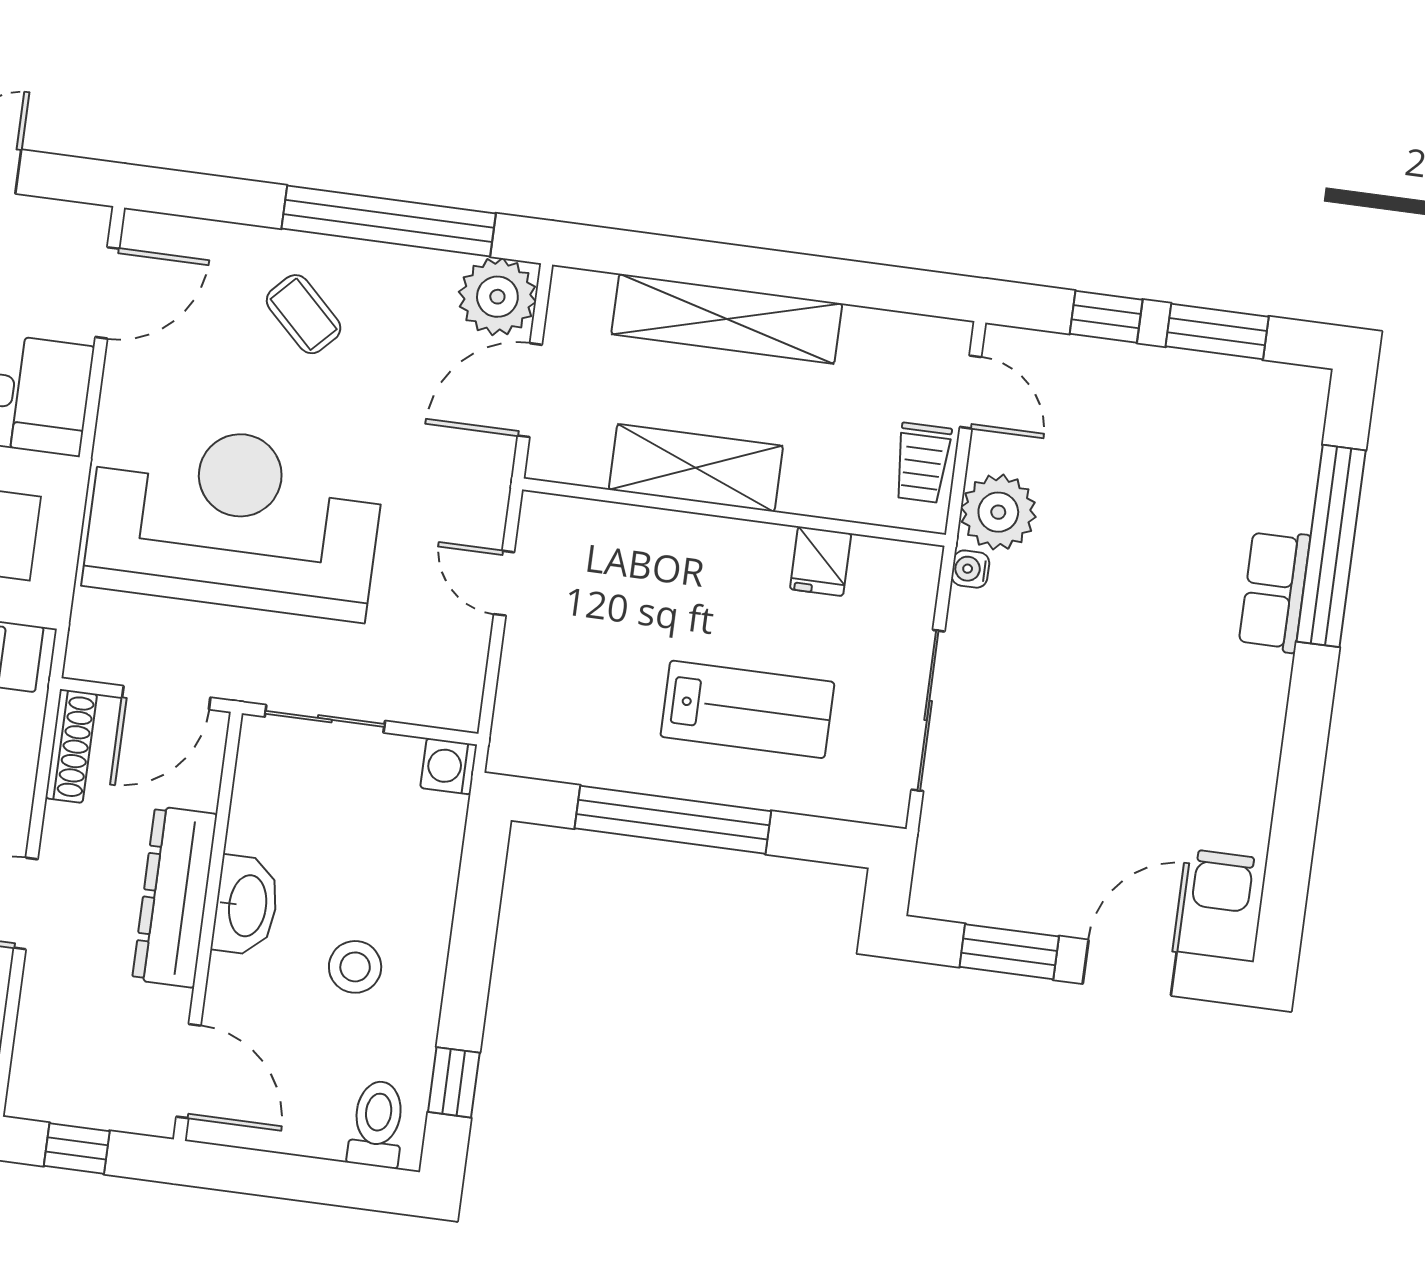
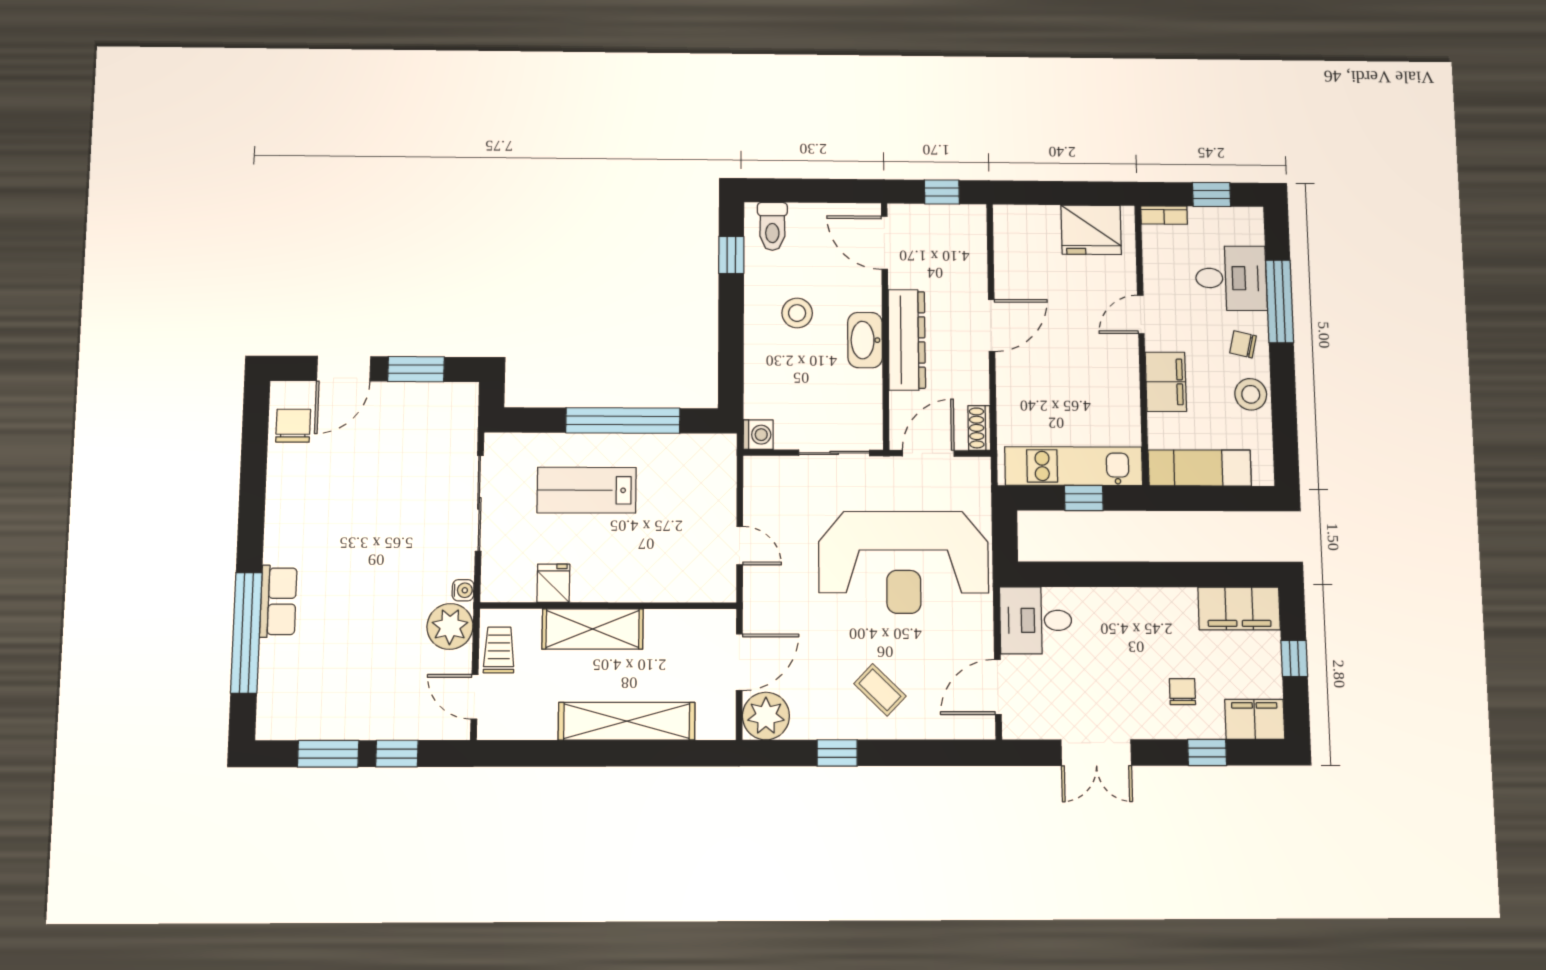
window: (389, 221) -> (837, 753), width x0.32
shelving: (696, 468) -> (593, 629), moved
shoe rack: (71, 746) -> (979, 428), width x0.70

